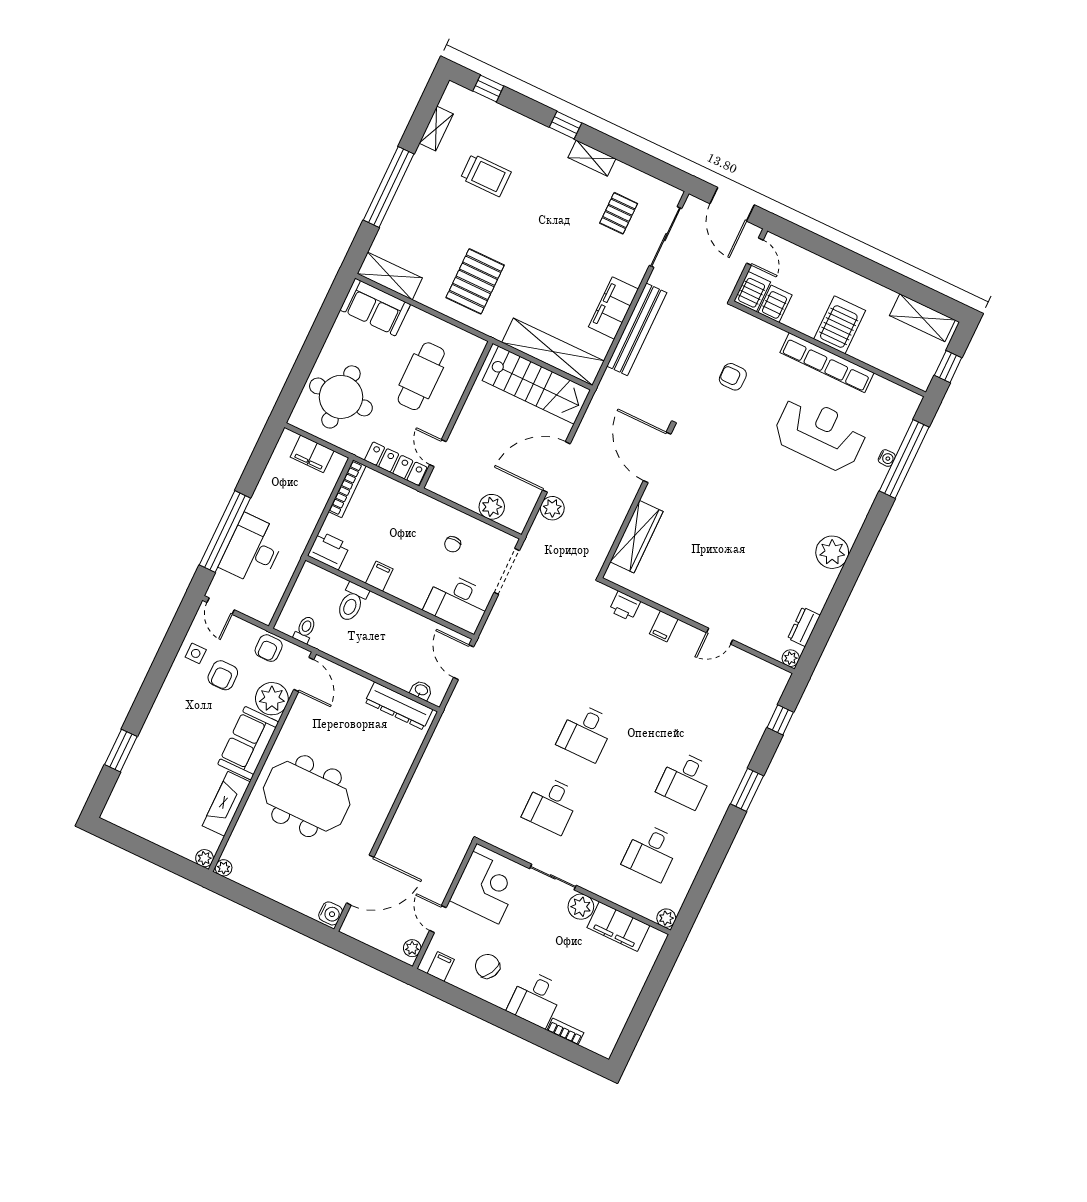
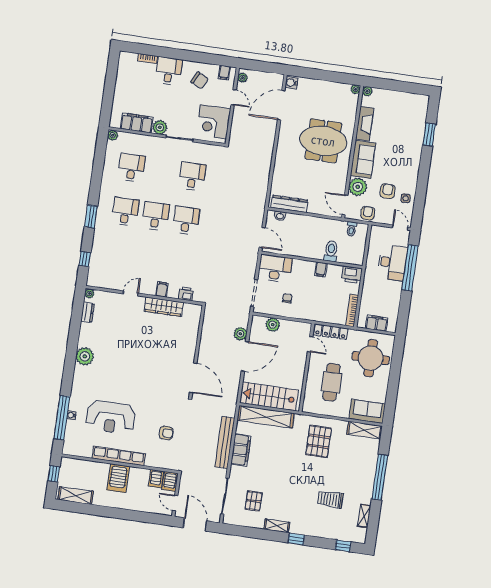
wardrobe: (636, 537) -> (164, 307), moved, turned -90
desk: (636, 756) -> (156, 216), added

